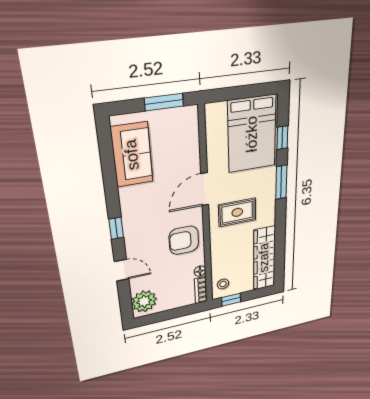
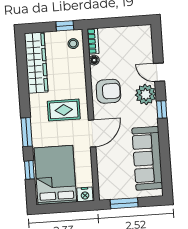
nightstand: (216, 111) -> (85, 194), added
sofa: (132, 155) -> (147, 158), width x1.36
plant: (144, 301) -> (146, 94), moved

